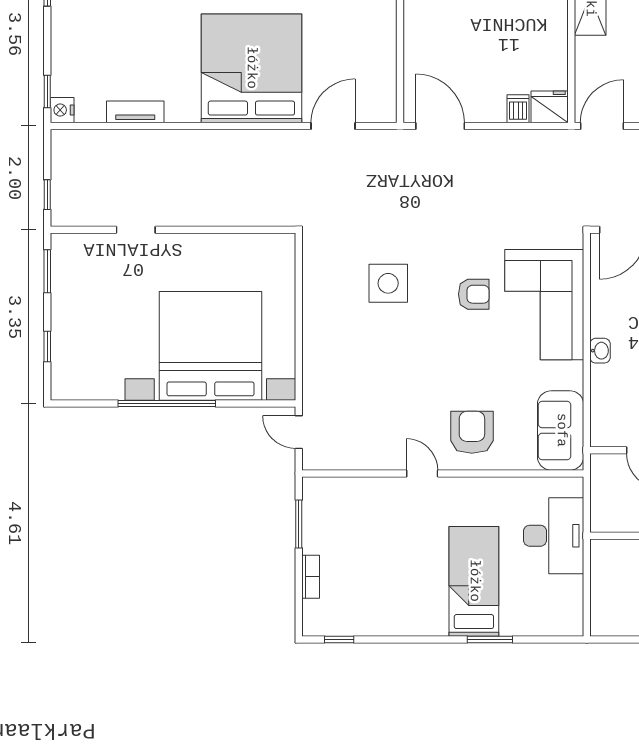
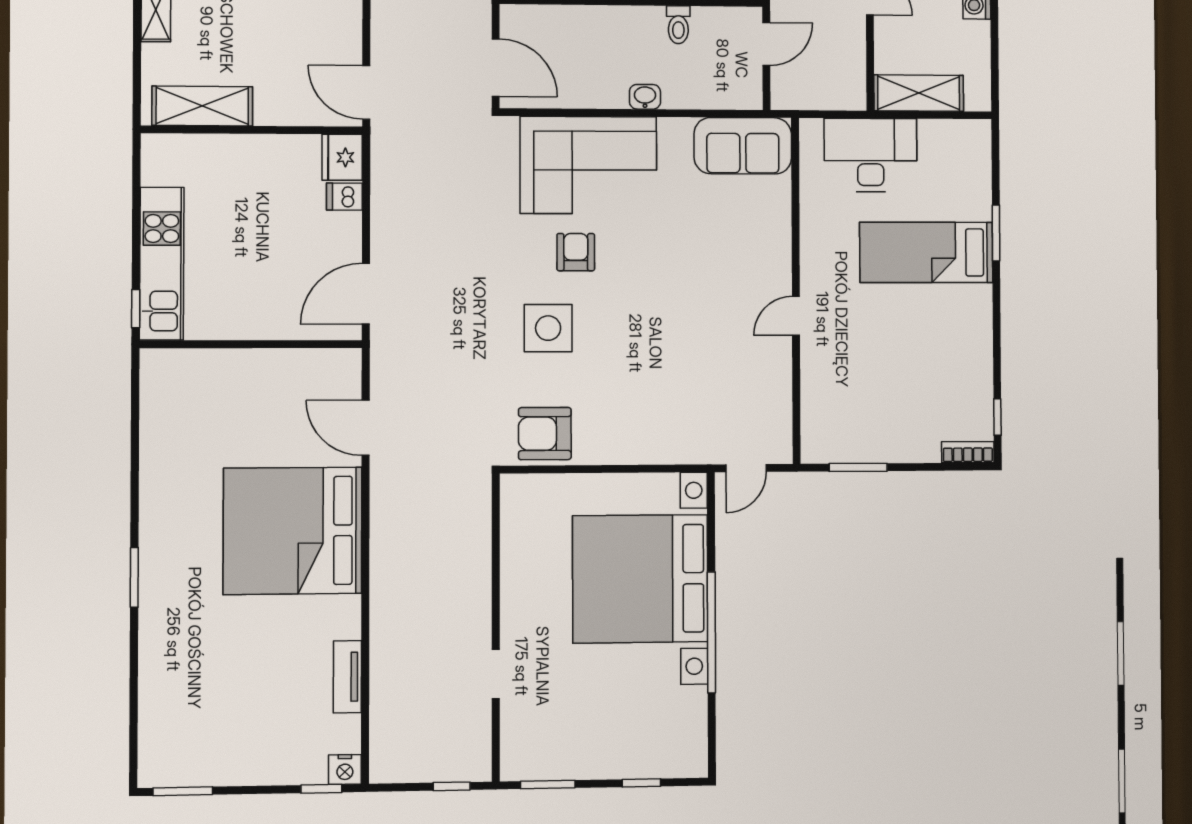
side table: (388, 283) -> (548, 328), moved
armchair: (472, 432) -> (545, 434), moved
shelving: (605, 576) -> (919, 93), added
bookcase: (311, 577) -> (968, 452), moved

